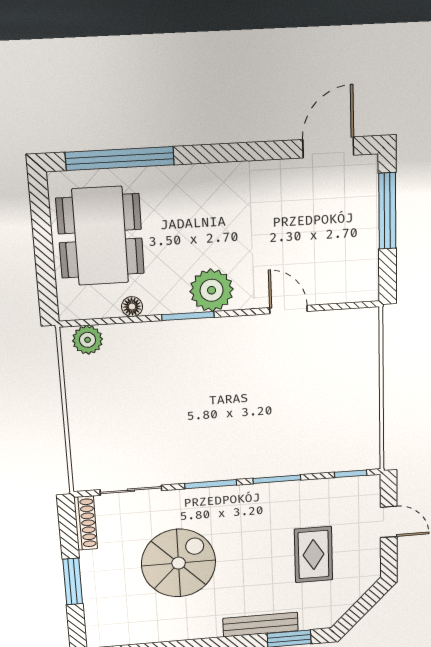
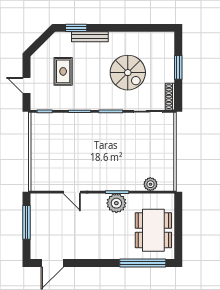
window: (387, 211) -> (26, 222), moved
plant: (212, 290) -> (116, 203), moved
floor lamp: (132, 307) -> (142, 198), removed
plant: (88, 340) -> (150, 184), moved
spiral stairs: (179, 563) -> (128, 73), turned -90

